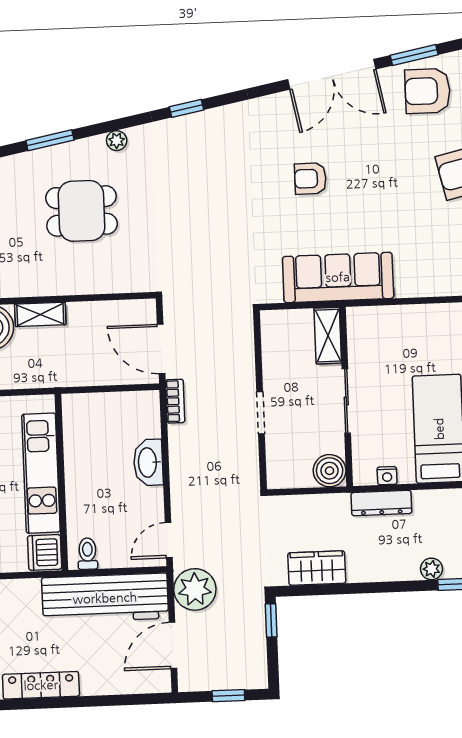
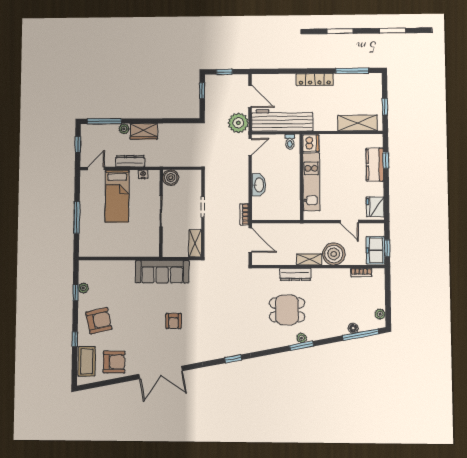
window: (414, 55) -> (120, 380), removed
double door: (332, 74) -> (161, 373), swing flipped
plant: (117, 141) -> (301, 338), moved
armchair: (310, 179) -> (174, 321), turned 90
dresser: (67, 283) -> (295, 274), added
shelving: (328, 336) -> (195, 243), moved
dresser: (381, 503) -> (130, 161), moved
wardrobe: (317, 568) -> (144, 131), moved
window: (271, 620) -> (202, 91), moved
door: (173, 645) -> (250, 96), hinge flipped

